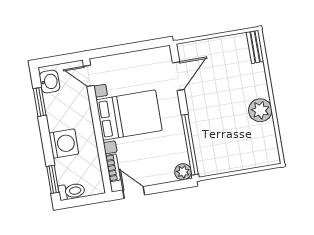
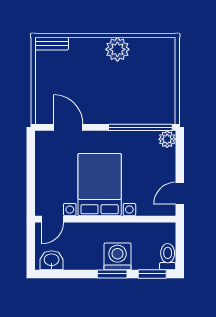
window: (40, 102) -> (112, 274), moved
bookcase: (113, 168) -> (151, 210), removed

